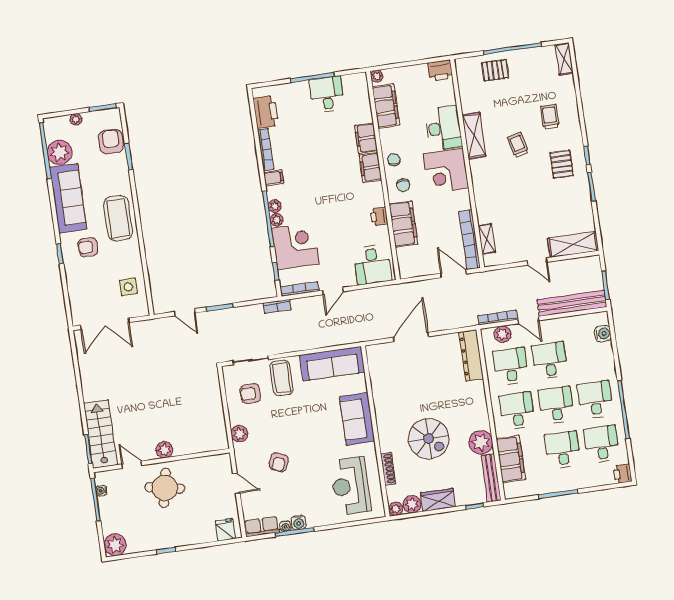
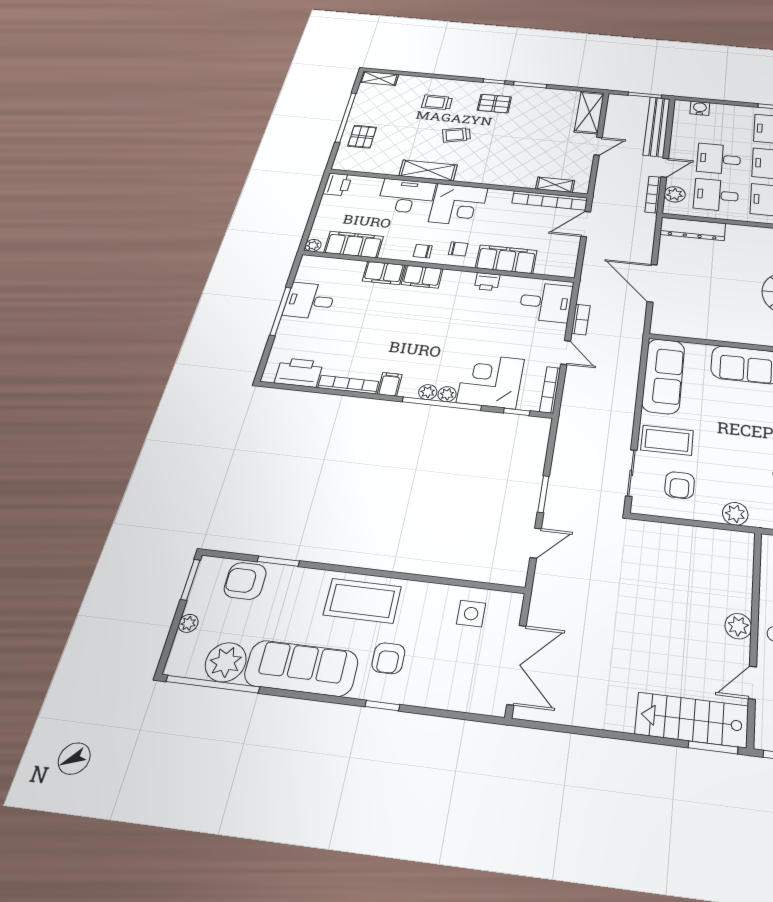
bookcase: (277, 306) -> (581, 319), moved

